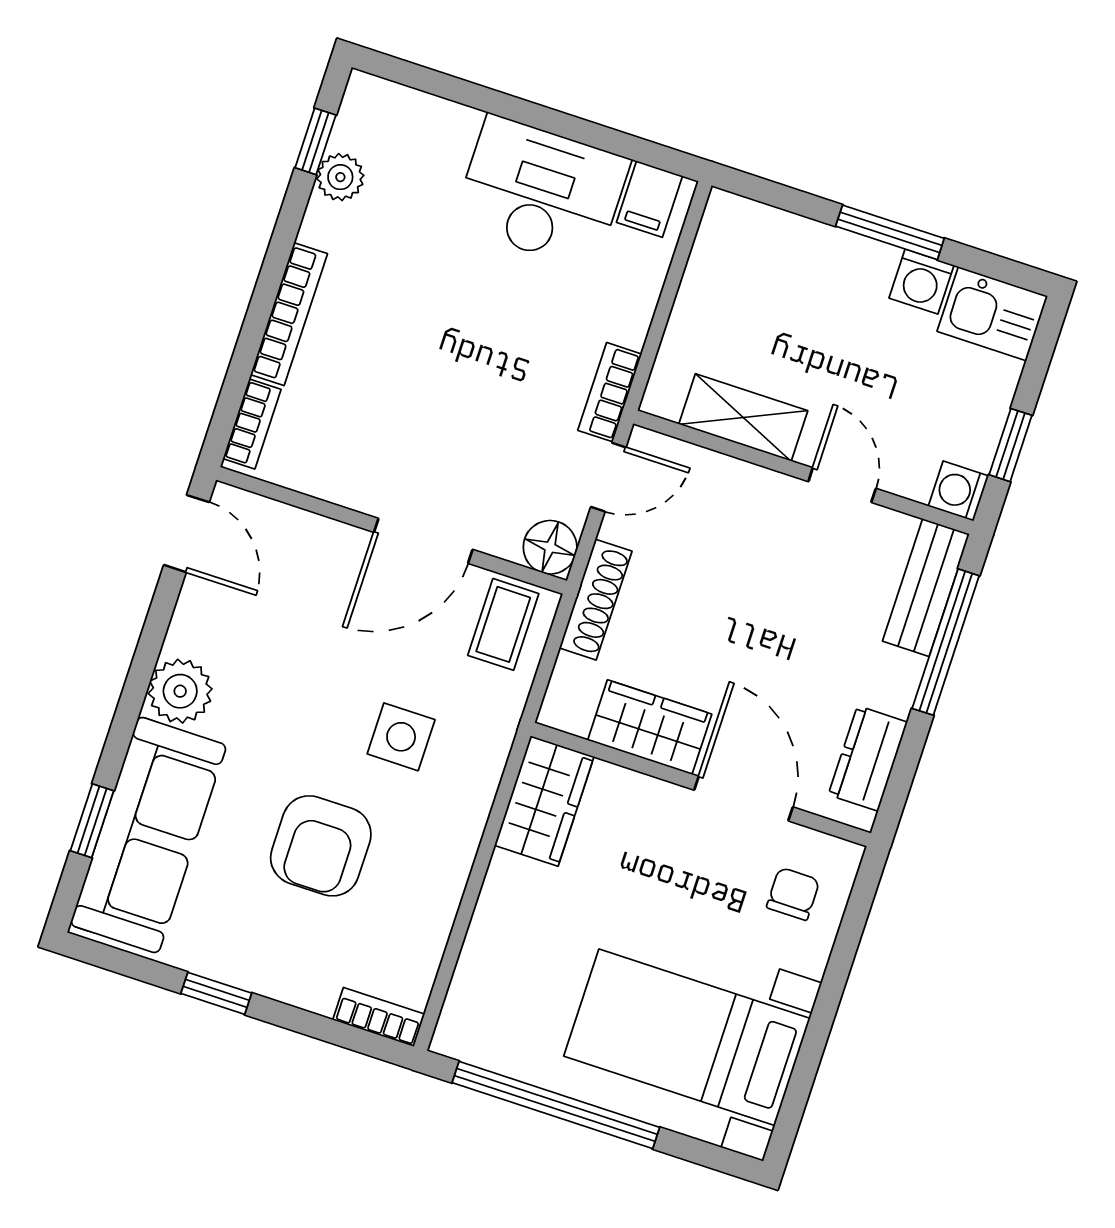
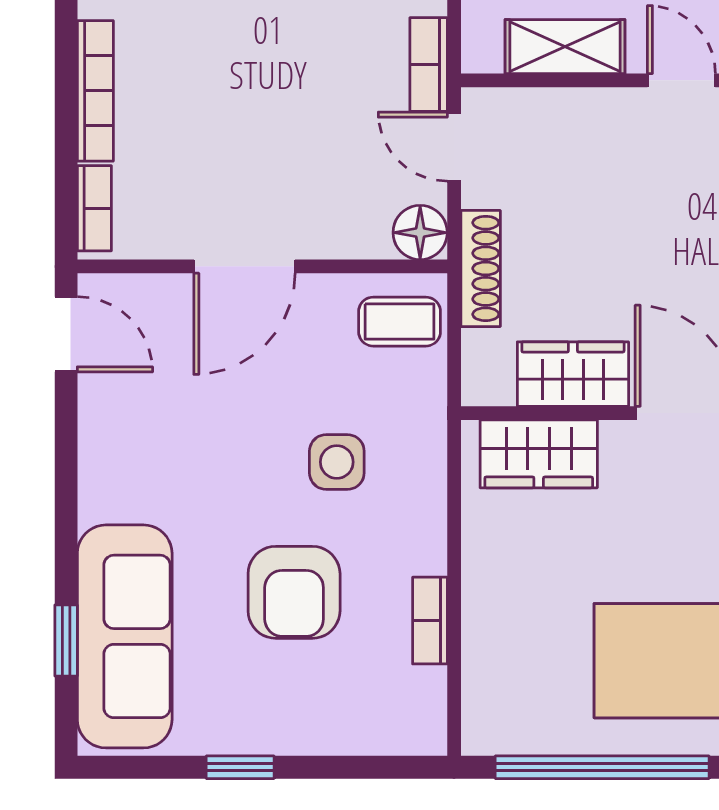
door: (608, 477) -> (454, 147), swing flipped
door: (423, 541) -> (244, 266), moved
coffee table: (503, 624) -> (400, 322), turned 90
plant: (180, 691) -> (110, 488), removed
wardrobe: (544, 801) -> (539, 454), moved, turned 90
bookcase: (379, 1017) -> (430, 621), moved, turned -90

